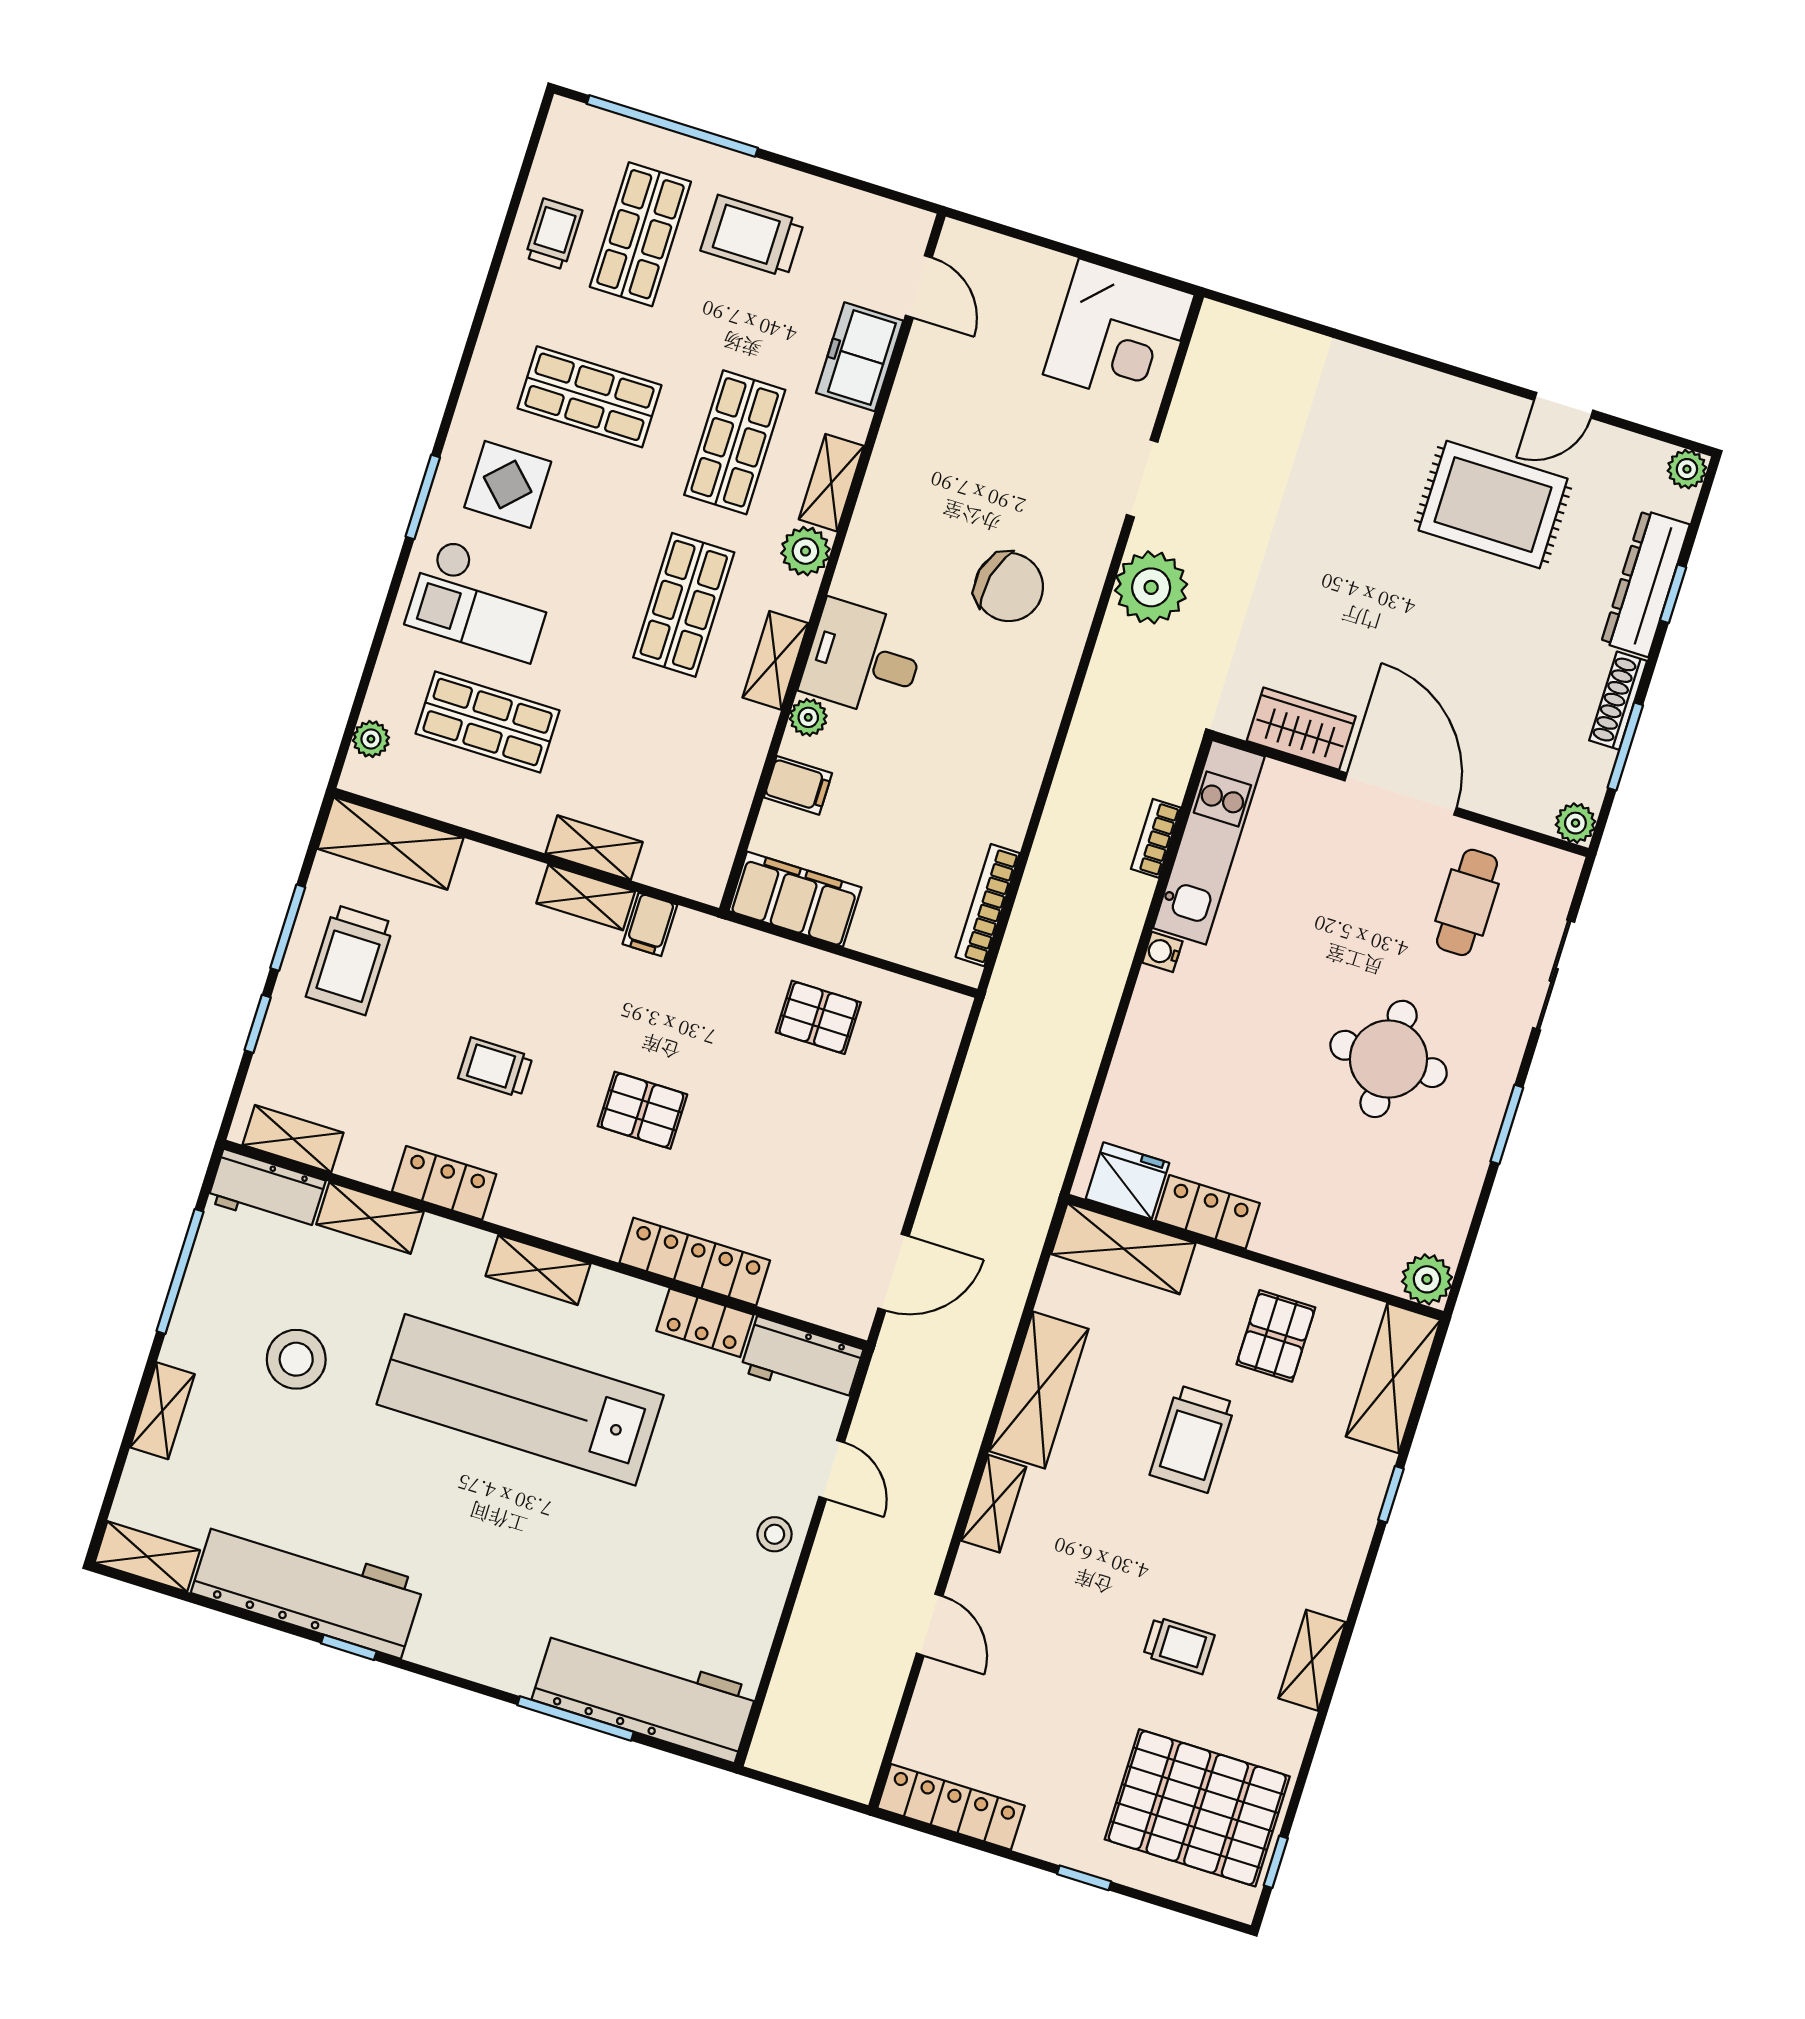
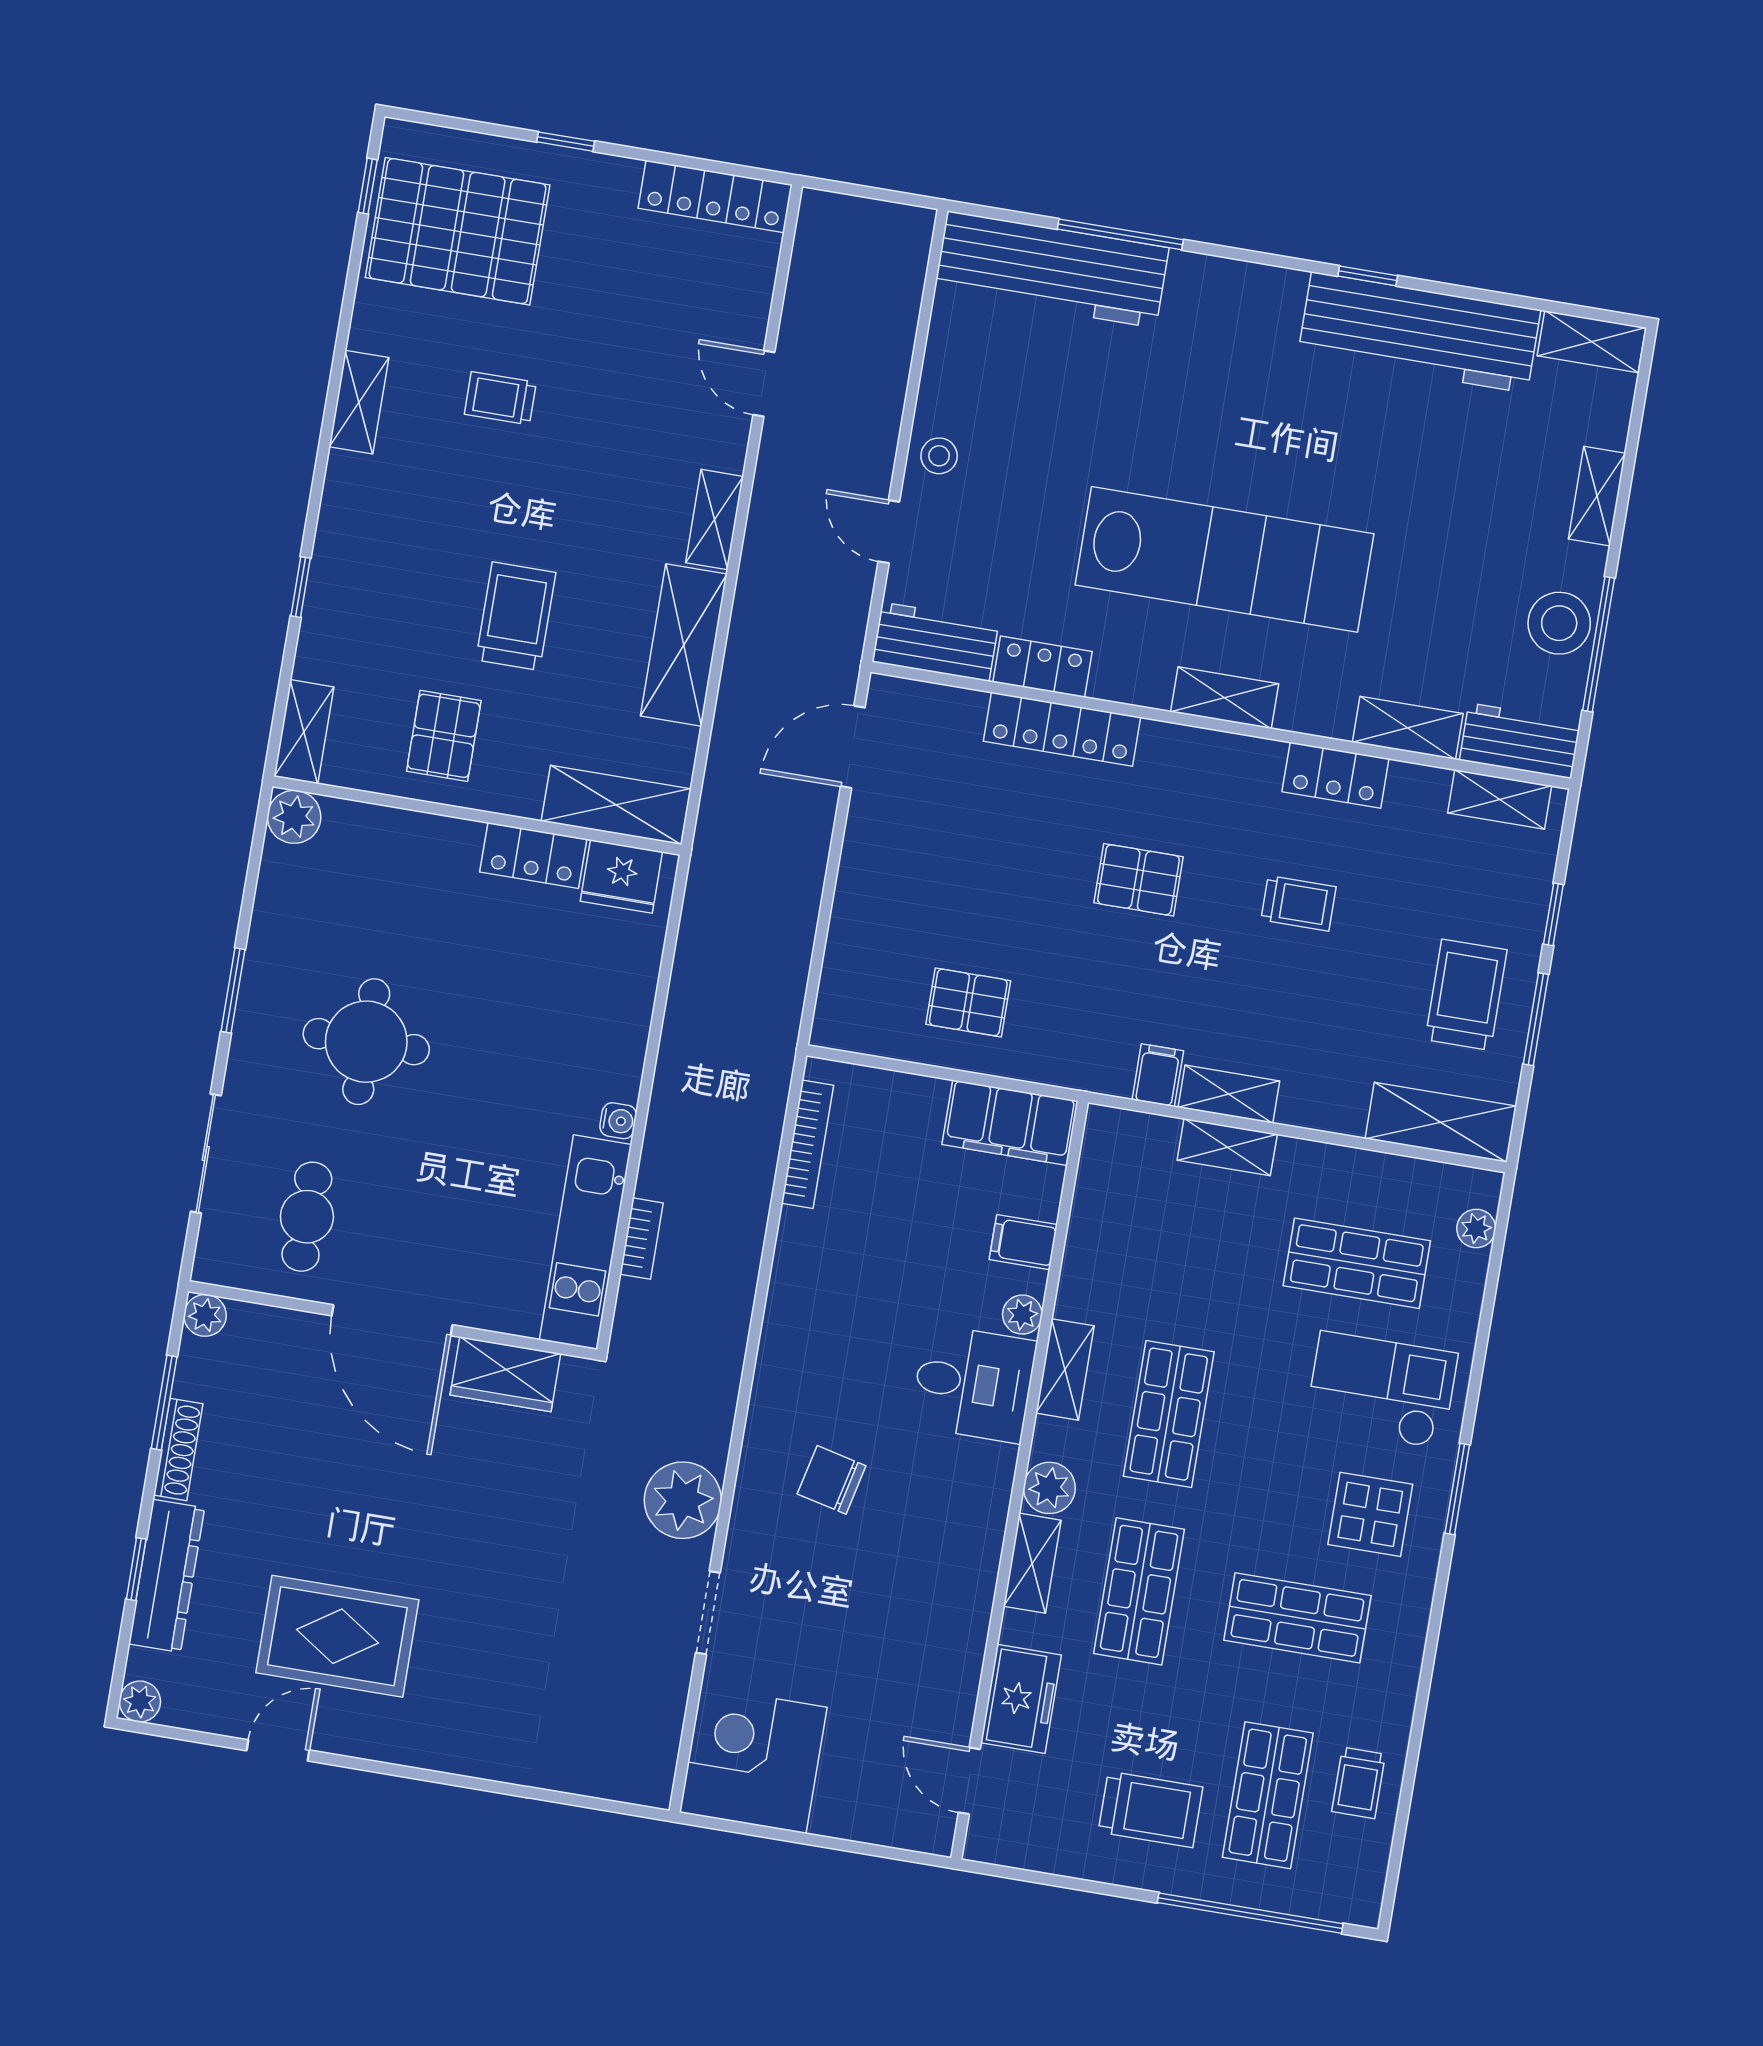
chair: (1009, 587) -> (832, 1480), width x0.73, depth x0.73
stool: (296, 1359) -> (1559, 623), moved
shelving: (1393, 1378) -> (304, 732), width x0.67, depth x0.75

